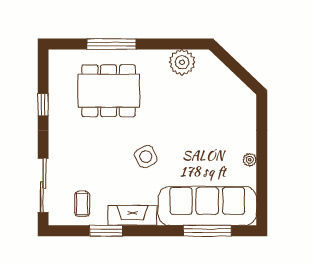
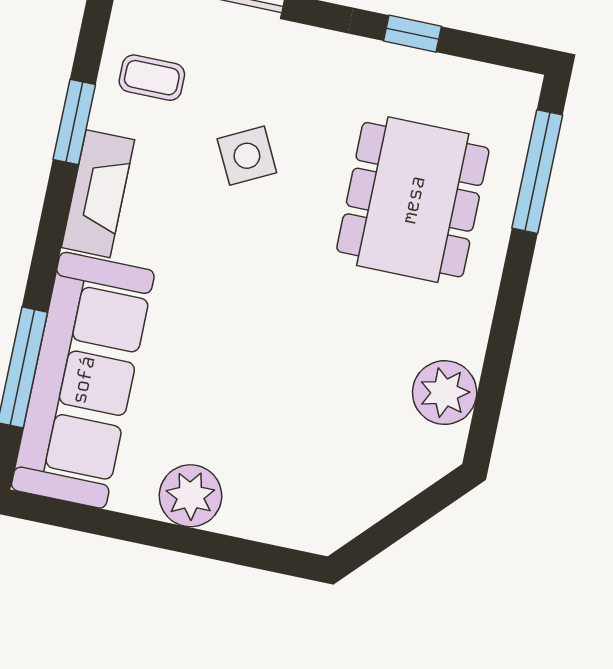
window: (112, 44) -> (537, 172), moved
side table: (146, 157) -> (247, 156), moved
plant: (250, 160) -> (190, 496), width x1.87, depth x1.87

